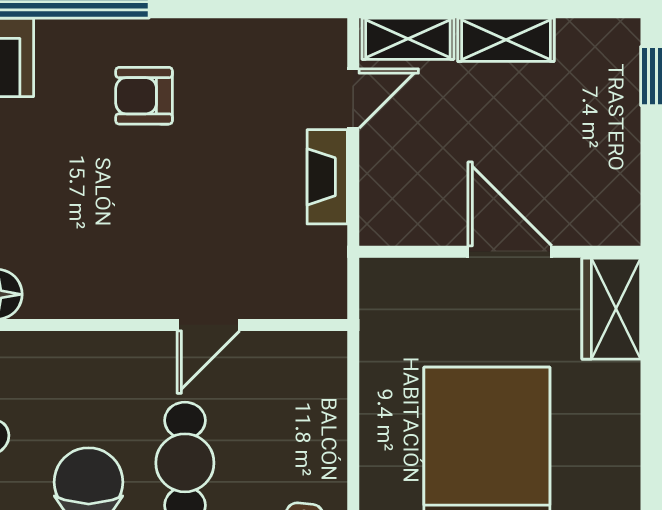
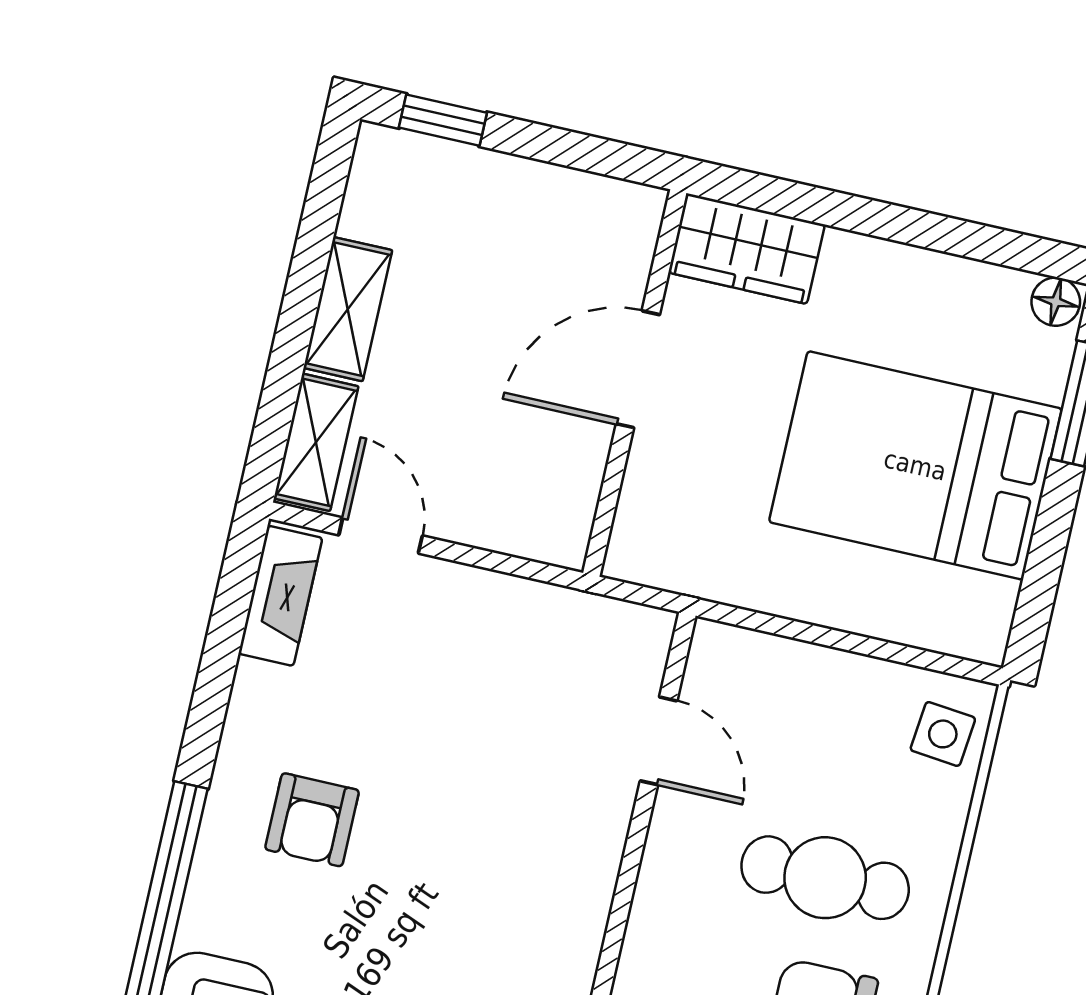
fireplace: (327, 177) -> (280, 596), moved, turned -90
door: (208, 325) -> (659, 741), moved

